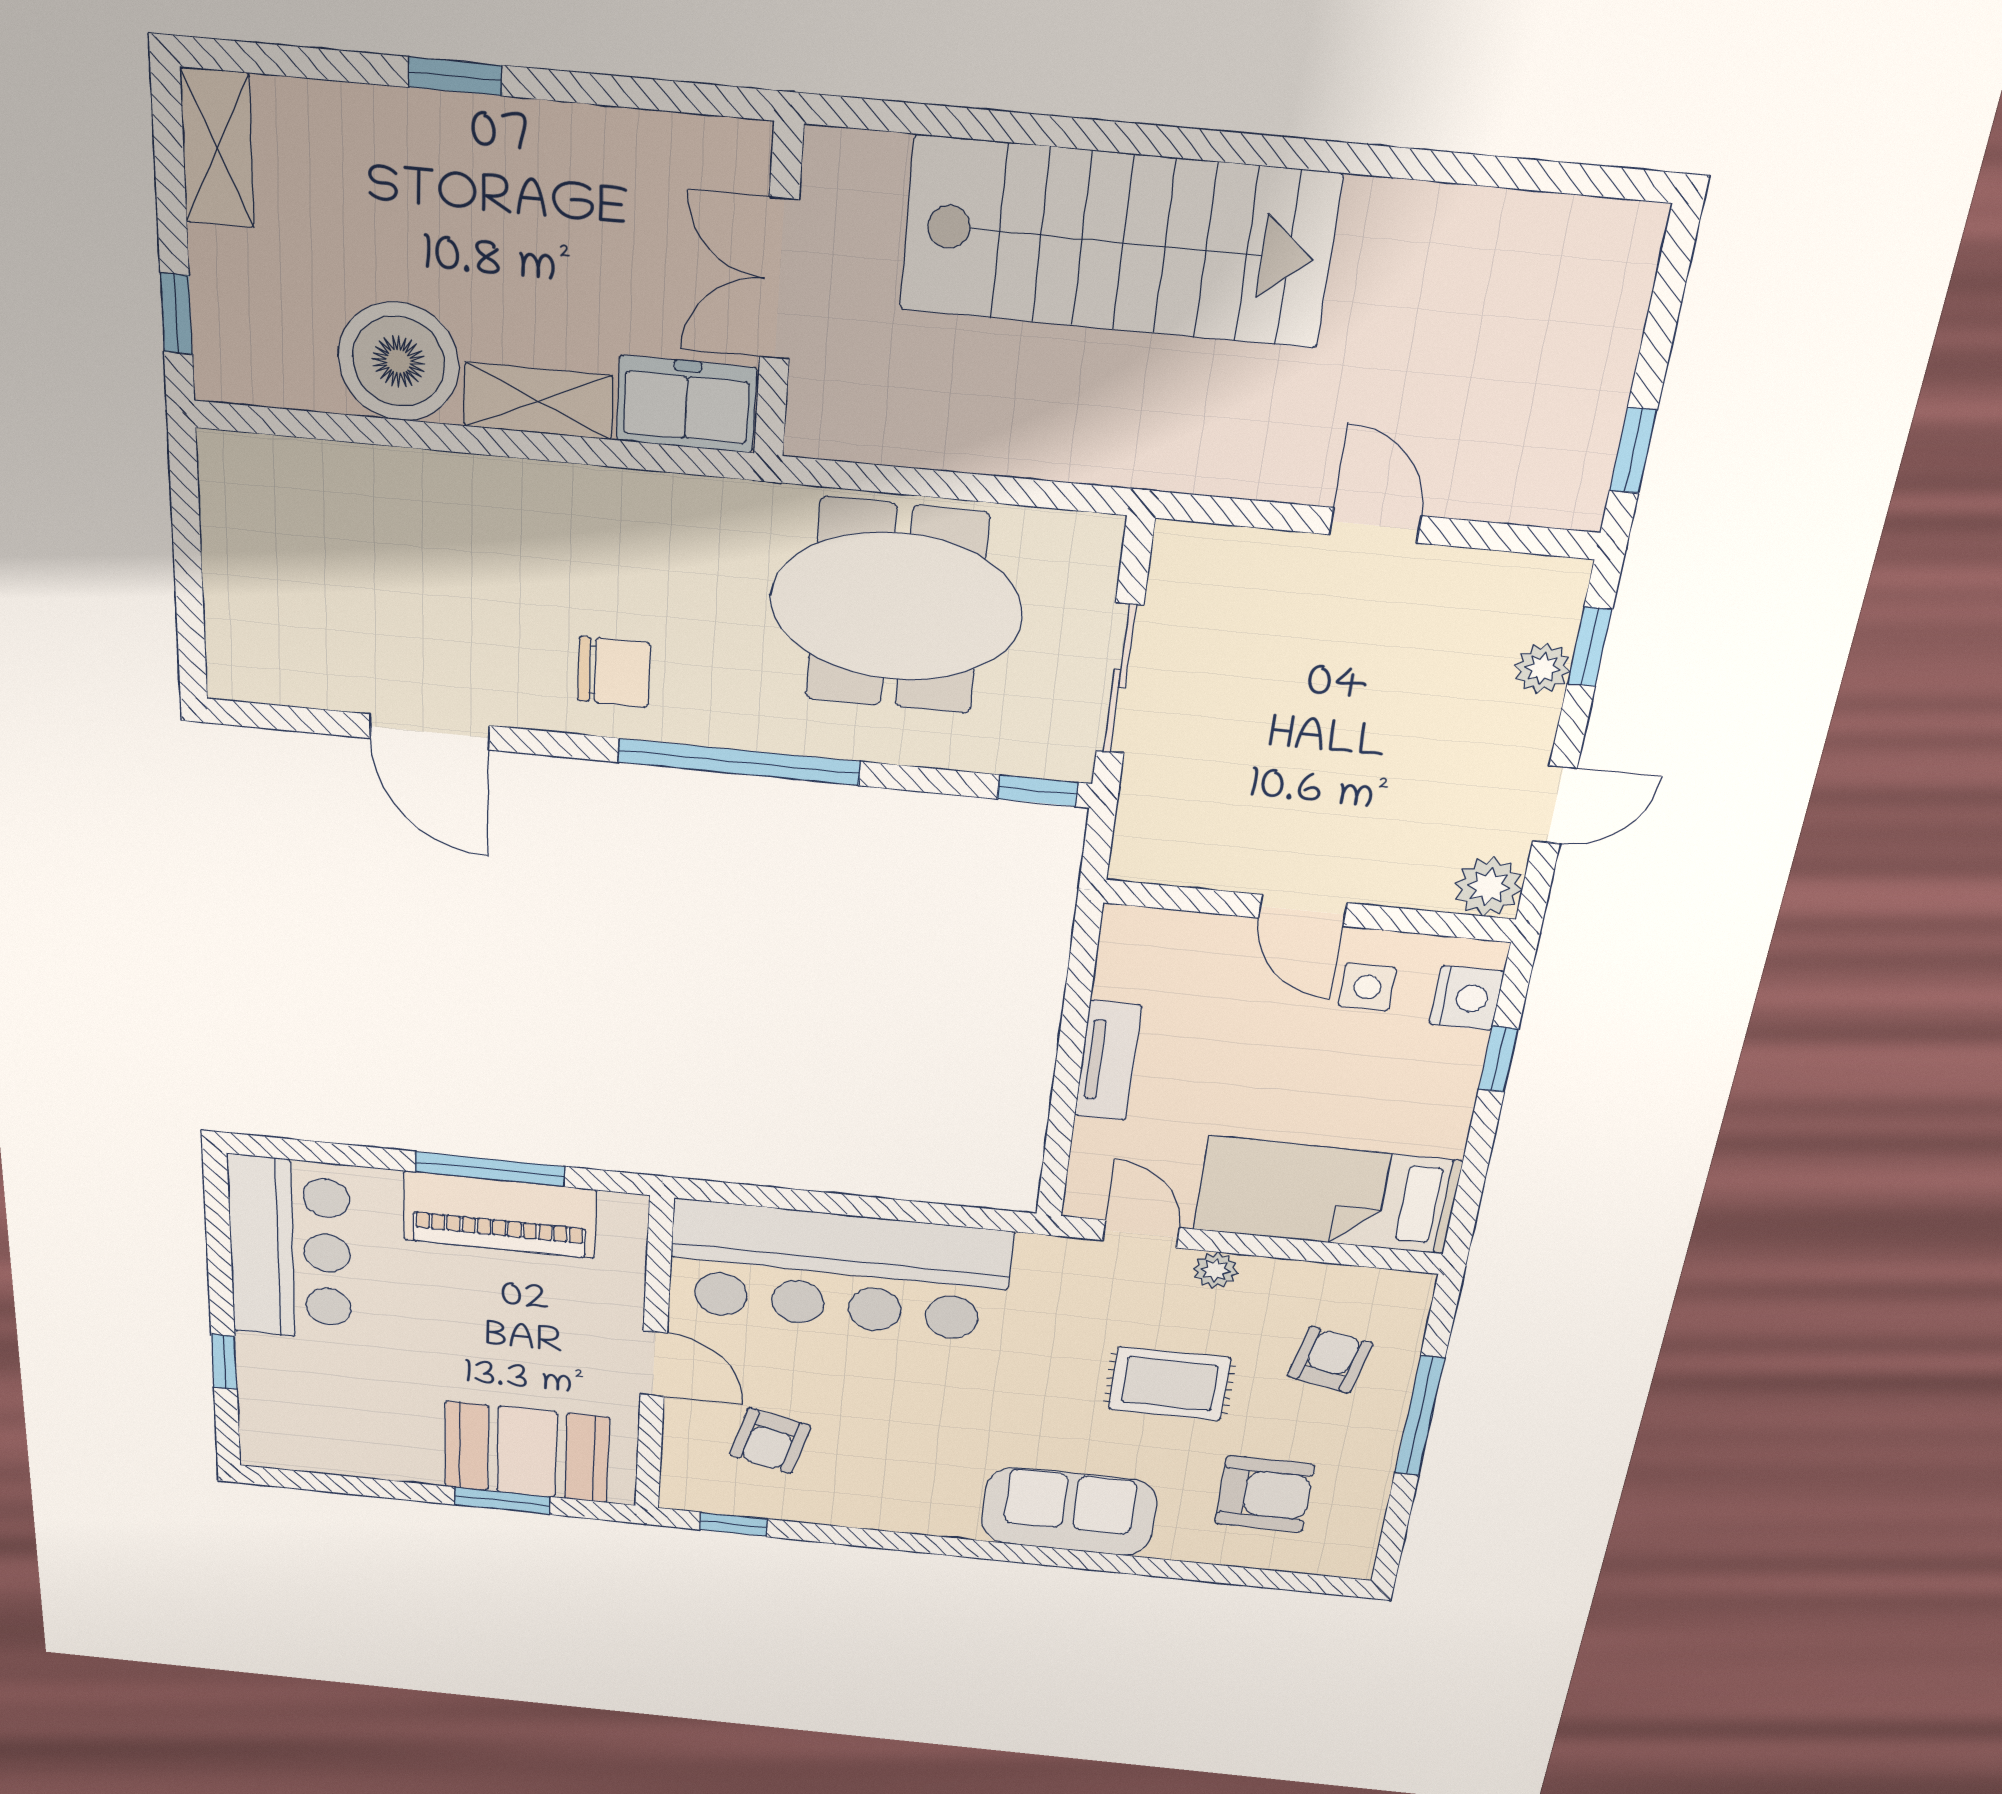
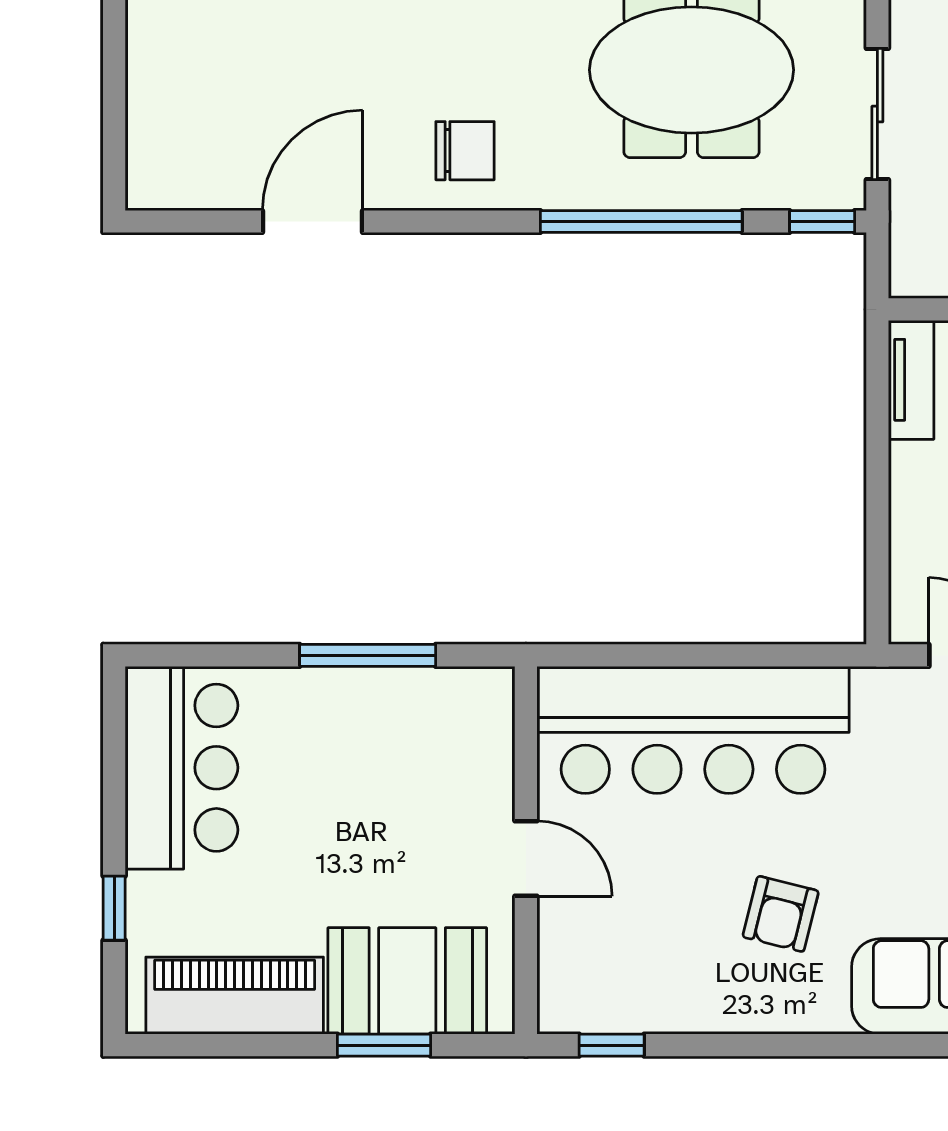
door: (430, 732) -> (312, 221), swing flipped
window: (739, 762) -> (641, 221), moved
tv unit: (1108, 1061) -> (911, 380), moved
piano: (499, 1215) -> (235, 996), moved, turned 180
armchair: (770, 1441) -> (781, 914), moved

